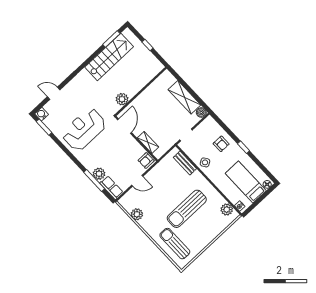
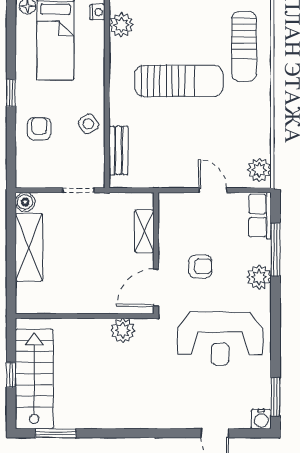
stairs: (109, 57) -> (34, 379), moved, turned 90
armchair: (146, 161) -> (200, 266), moved
plant: (99, 174) -> (259, 277), moved
plant: (137, 214) -> (259, 170), moved

